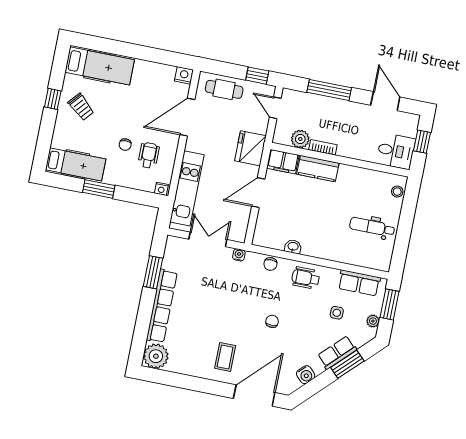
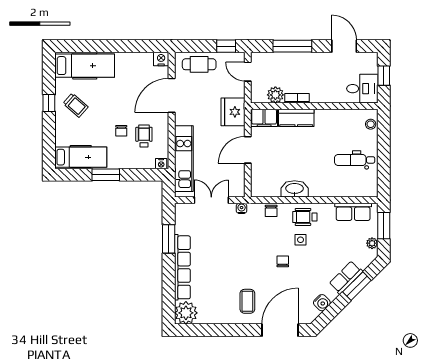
washbasin: (293, 247) -> (295, 189), width x1.91, depth x1.45
side table: (337, 313) -> (301, 240), moved

